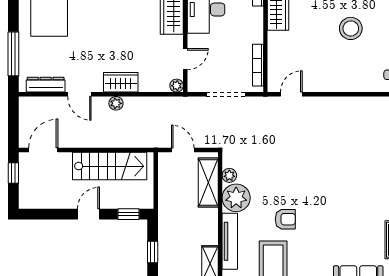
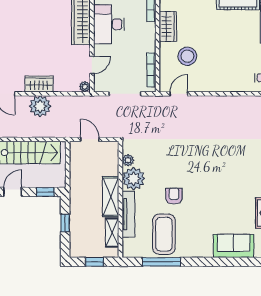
stool: (351, 28) -> (187, 56), moved
plant: (116, 103) -> (40, 106), width x1.88, depth x1.88
shelving: (208, 182) -> (111, 197), moved
armchair: (285, 219) -> (174, 196), turned -90

